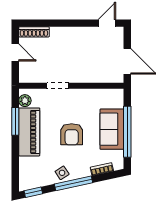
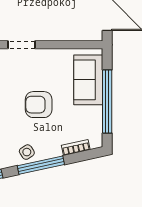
sofa: (112, 129) -> (88, 80), moved
armchair: (72, 134) -> (39, 105), turned 90

